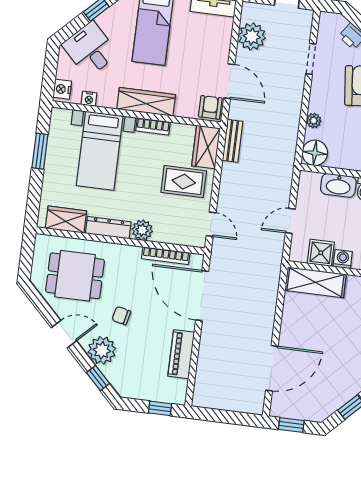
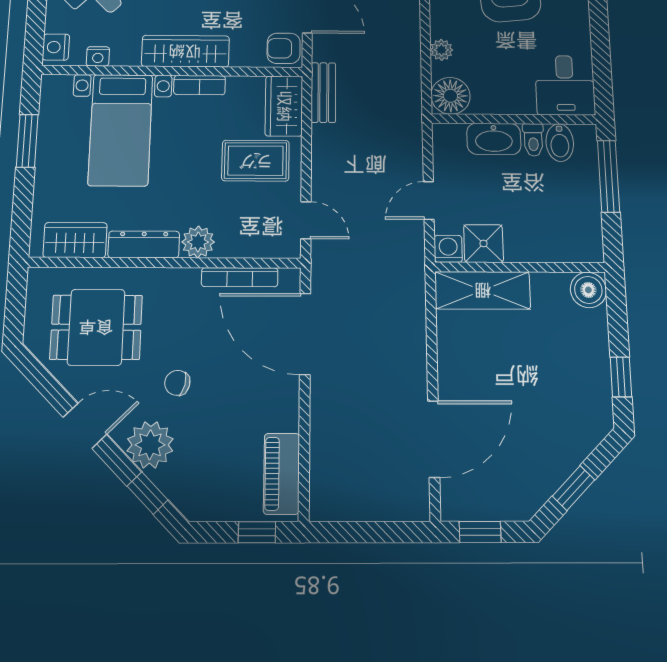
armchair: (210, 107) -> (284, 48), turned -90
washing machine: (343, 259) -> (448, 249), moved
piano: (181, 354) -> (282, 474), moved

